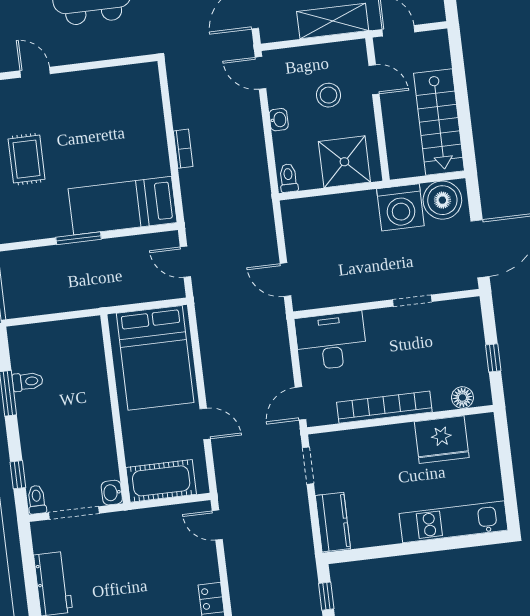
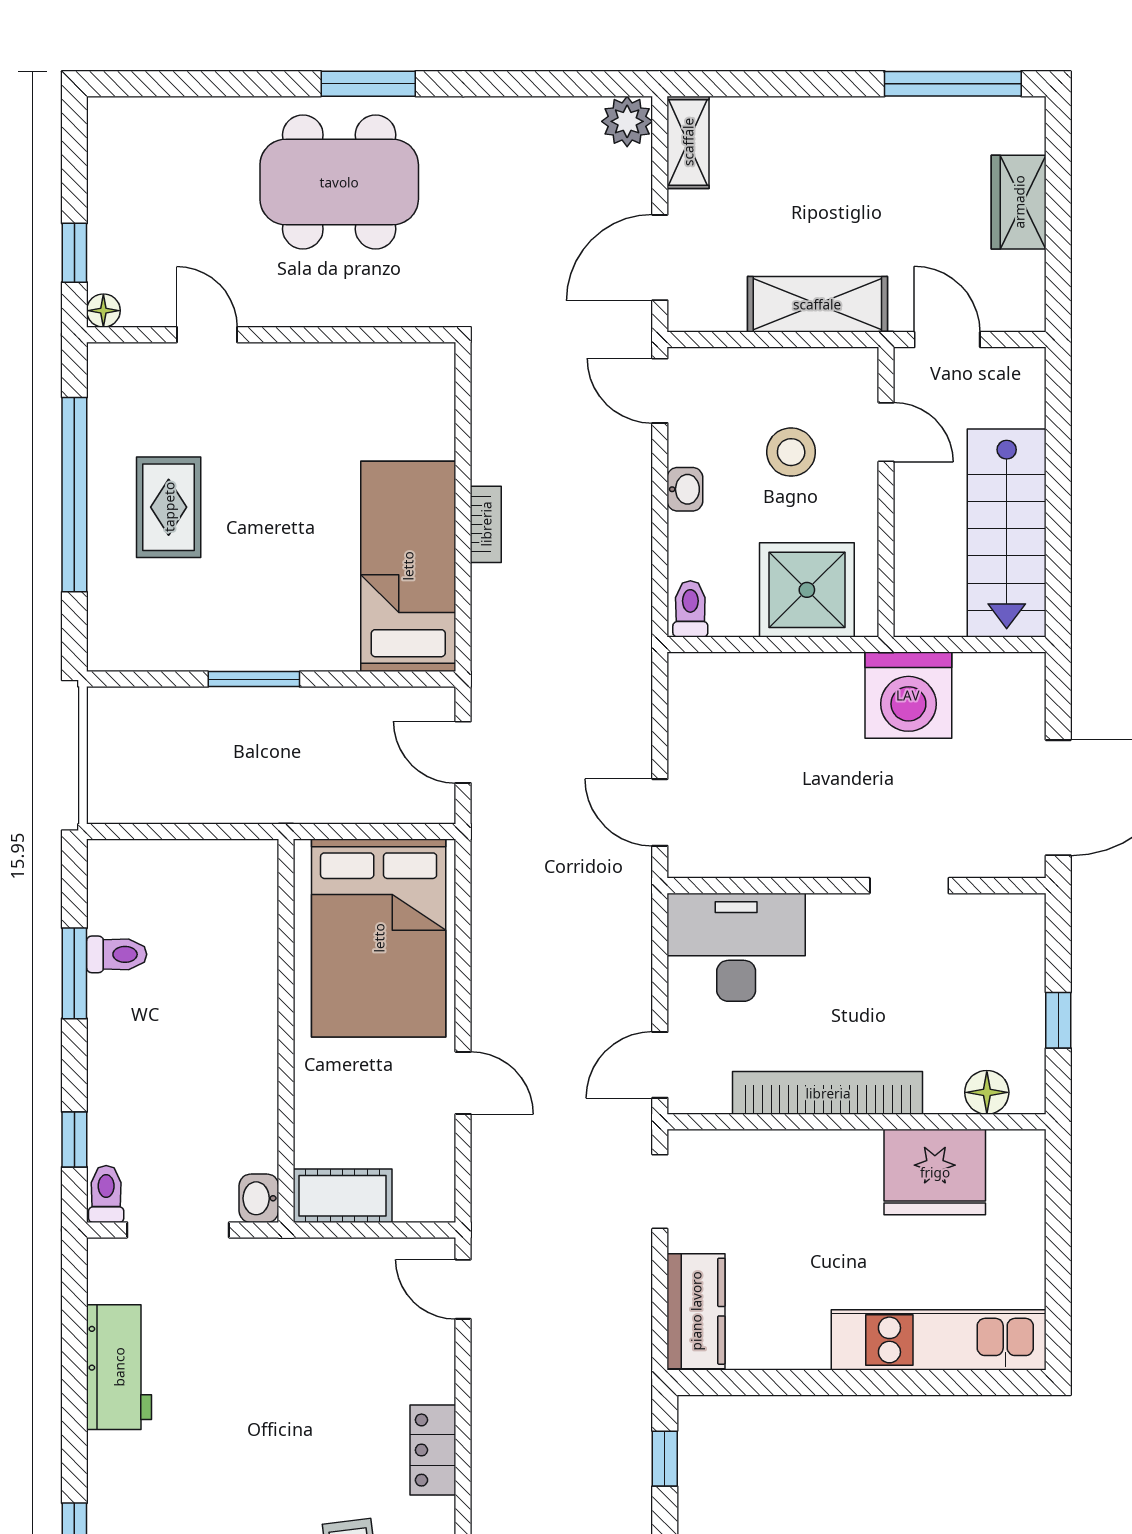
boiler: (442, 200) -> (994, 691), removed
bed: (123, 206) -> (408, 566), moved, turned 90
cot: (161, 481) -> (343, 1196), width x0.73, depth x0.75

